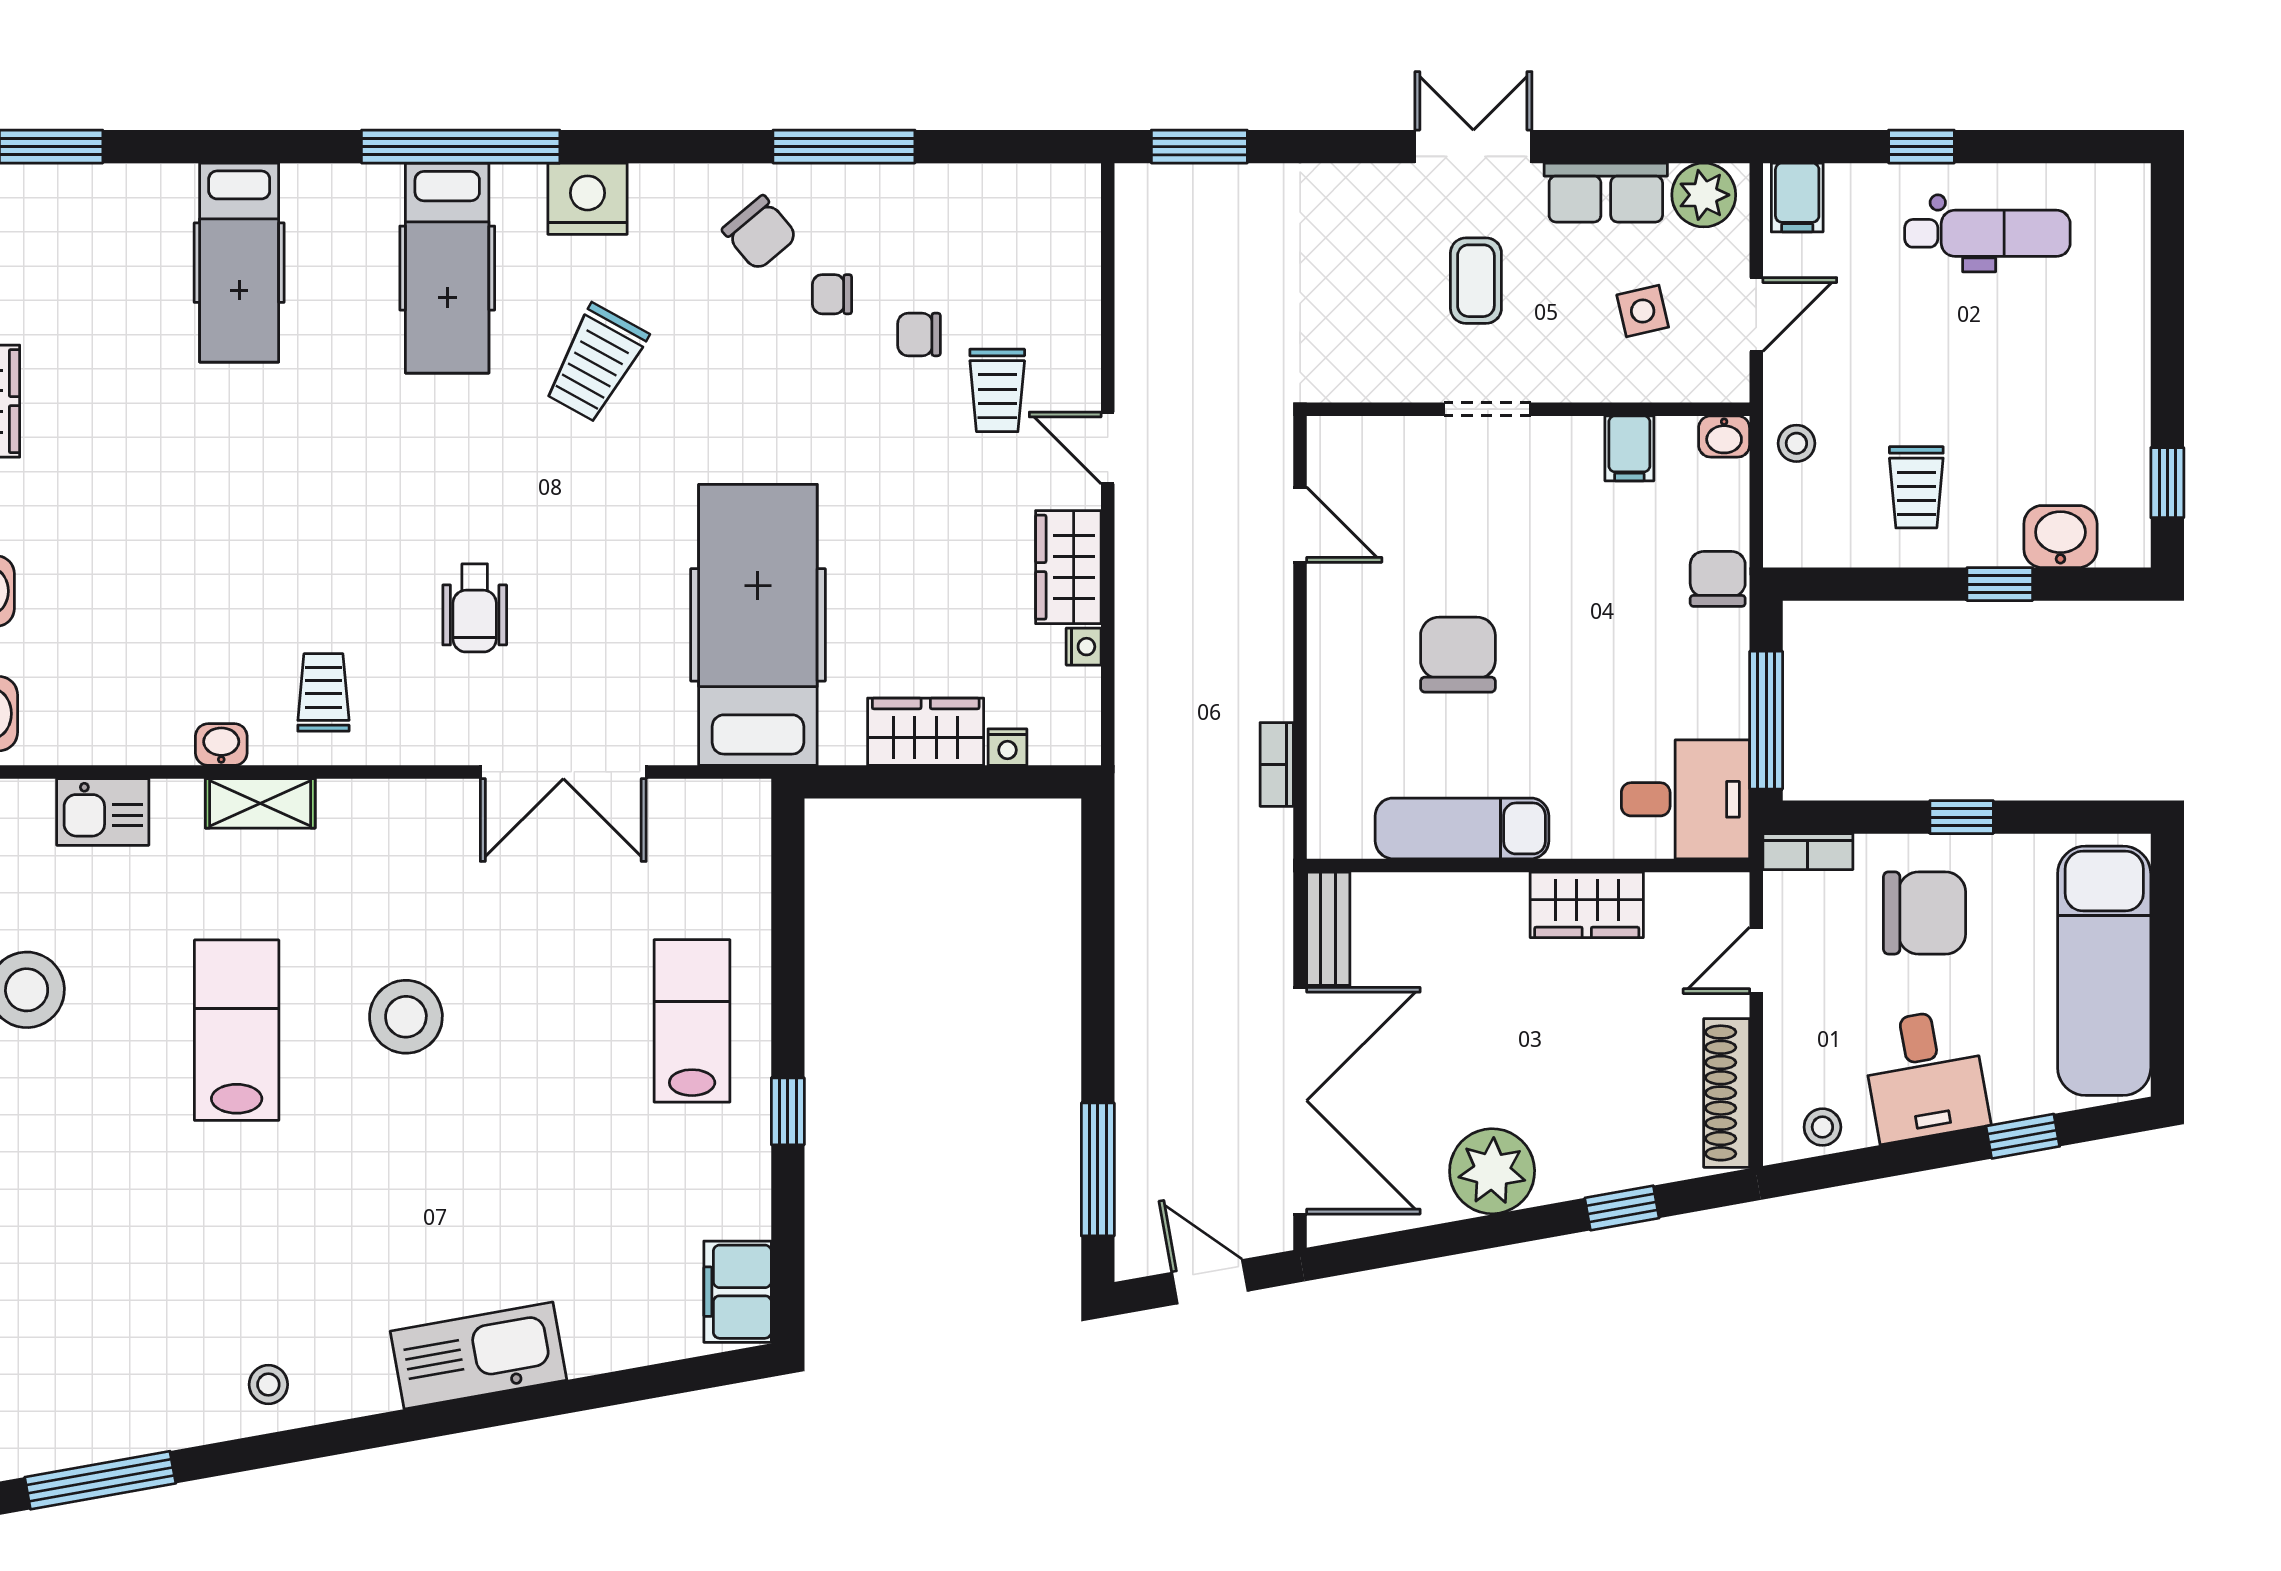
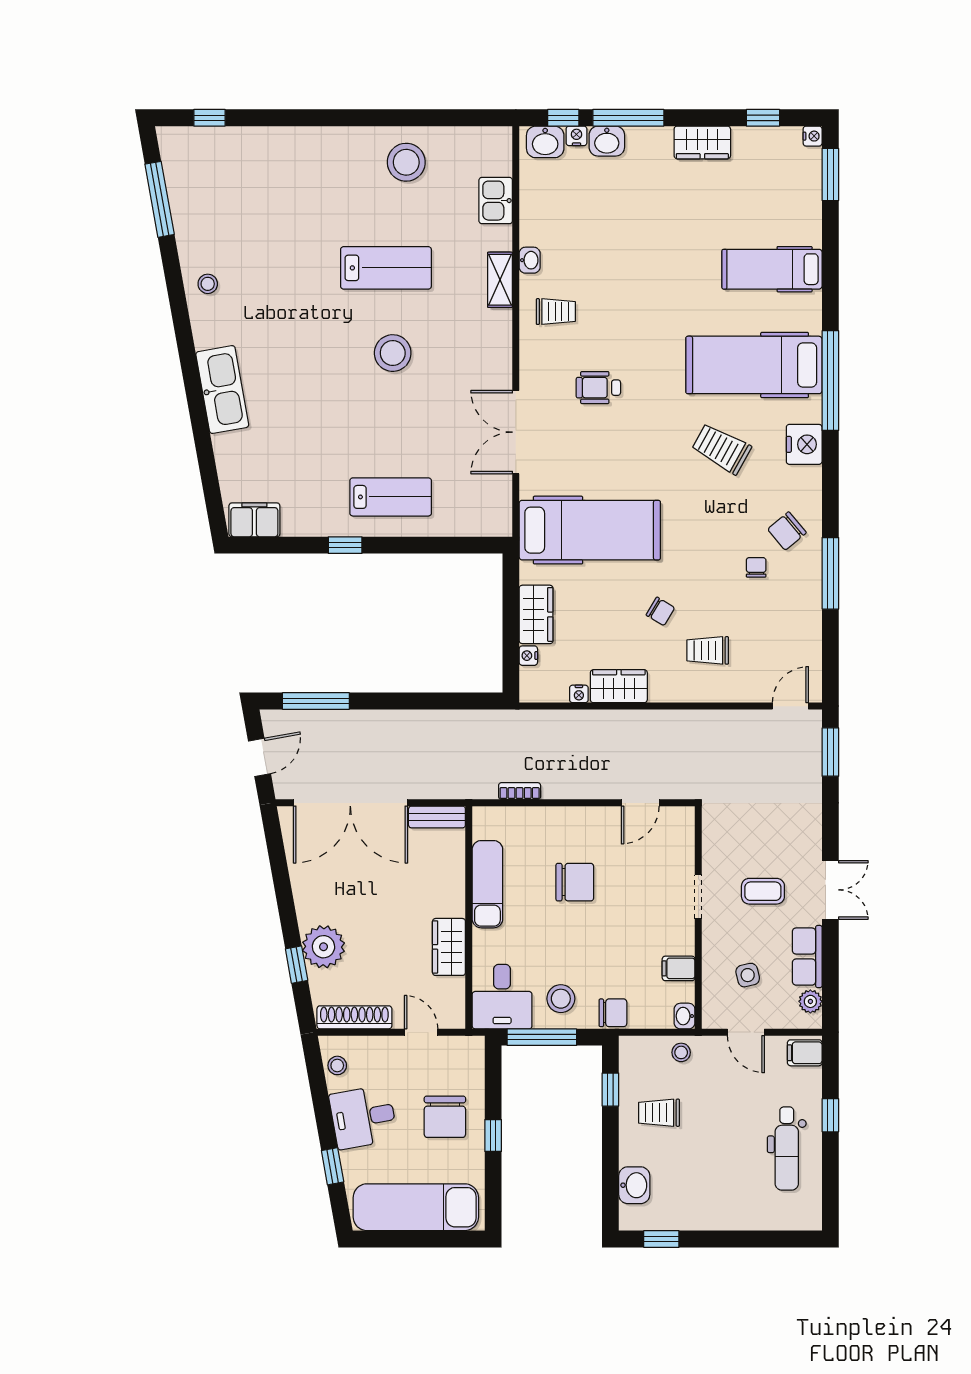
plant: (1704, 195) -> (810, 1001), width x0.73, depth x0.73
hospital bed: (447, 268) -> (754, 365), width x1.37, depth x1.29
chair: (919, 334) -> (660, 611), moved, turned 121
door: (1108, 448) -> (790, 706), moved
window: (2000, 584) -> (610, 1090), moved
stool: (1690, 682) -> (561, 999), added
bookcase: (1808, 852) -> (476, 1058), removed
plant: (1492, 1171) -> (323, 947), moved

